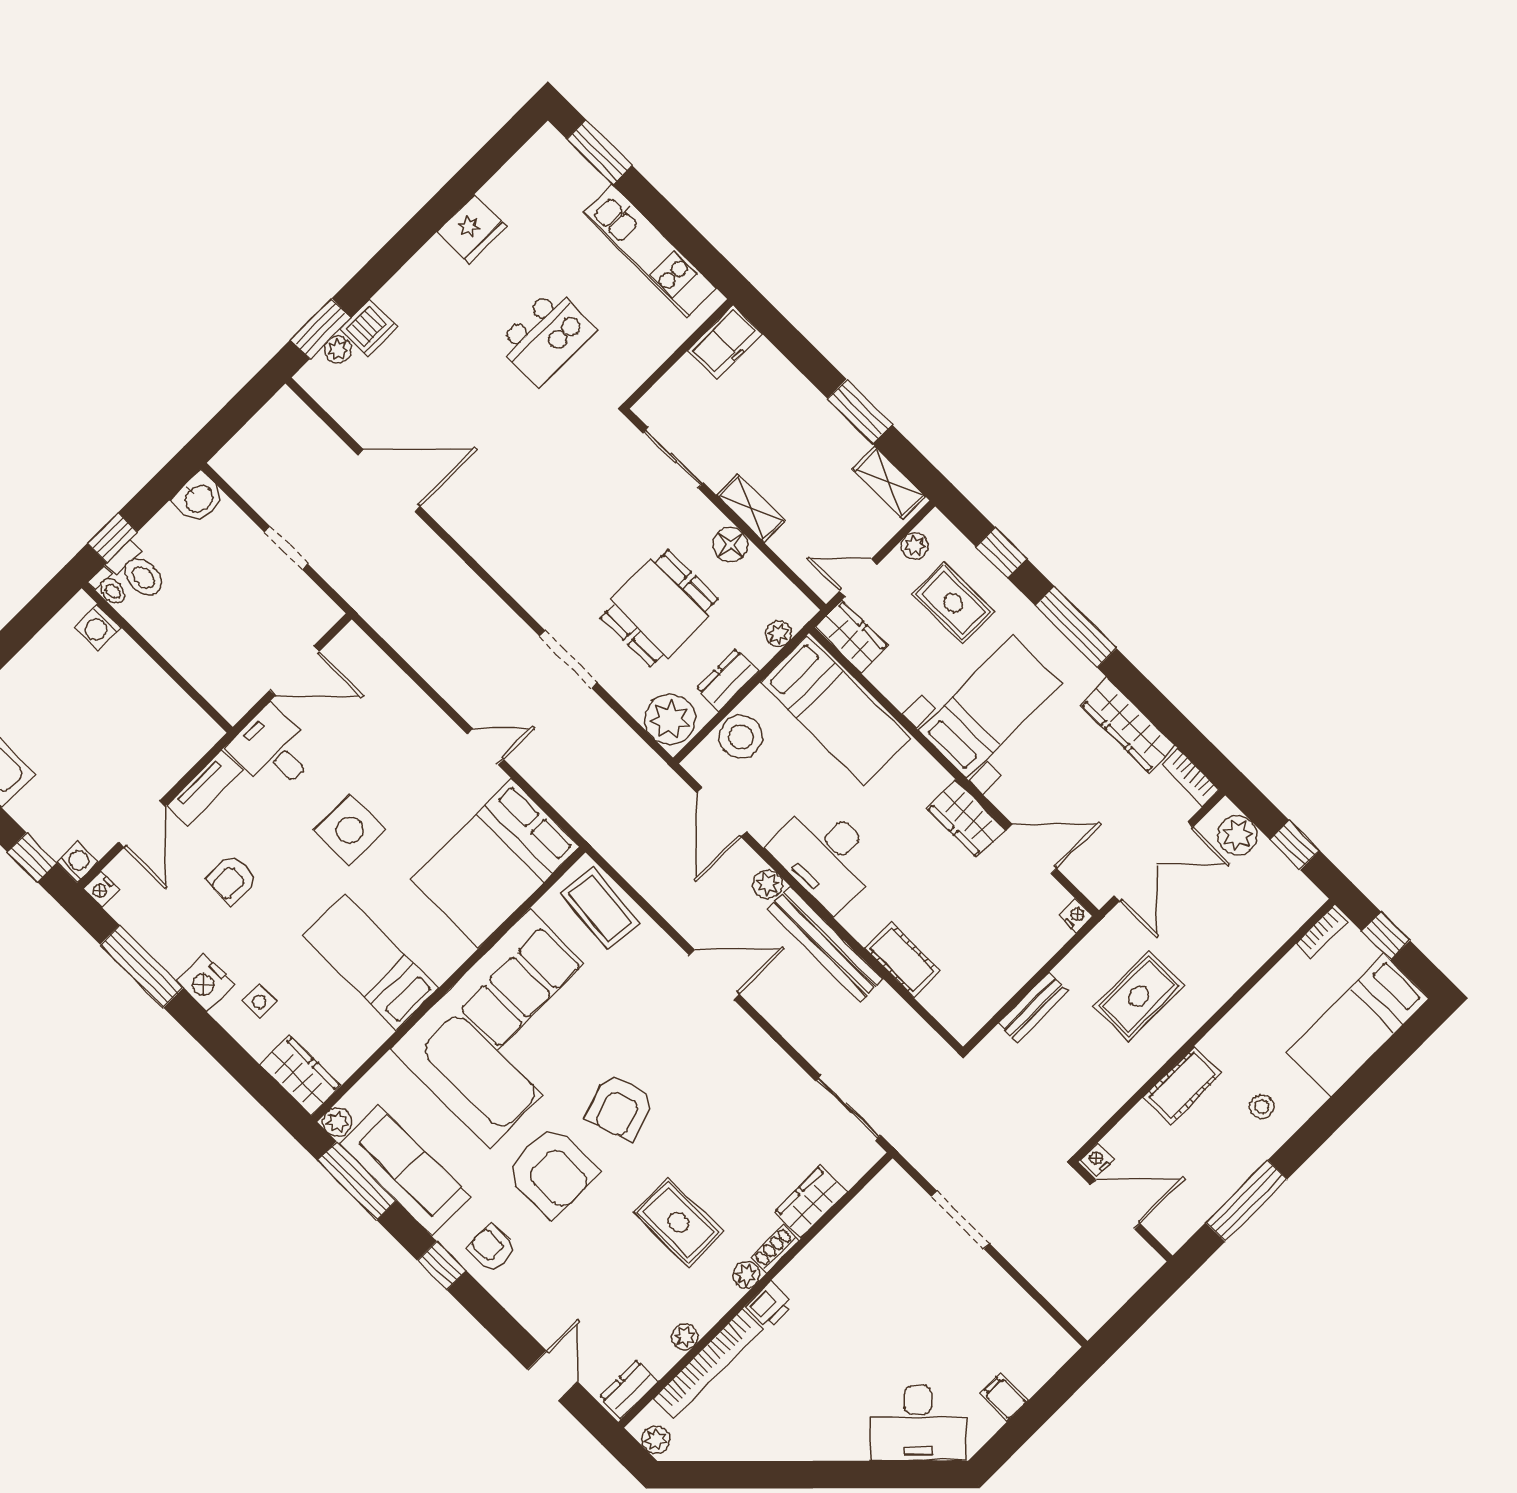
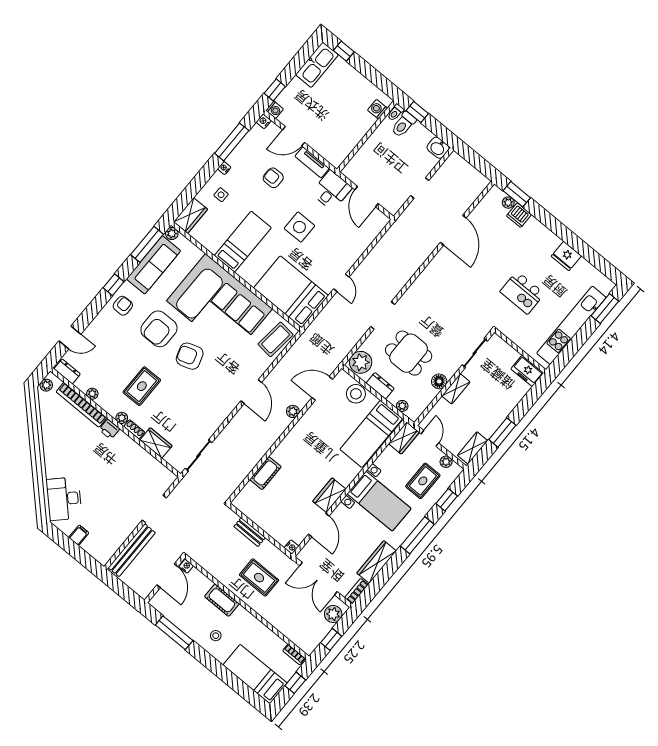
kitchen unit: (649, 251) -> (571, 325), width x1.36
desk: (825, 855) -> (308, 435), removed
bench: (825, 944) -> (132, 550), moved
nightstand: (205, 983) -> (224, 168), width x0.53, depth x0.56

